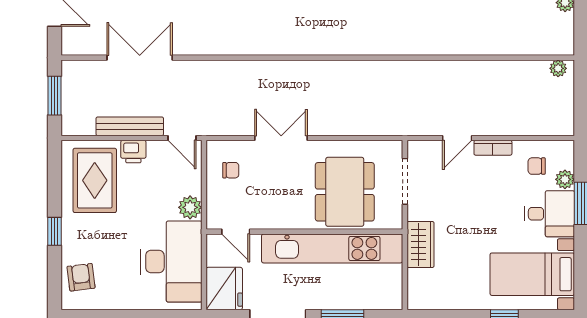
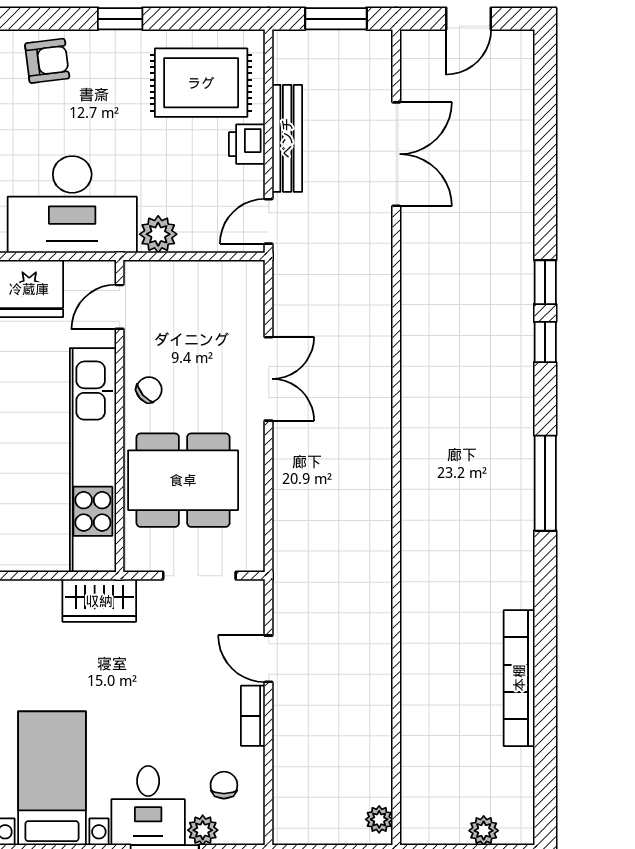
chair: (231, 170) -> (149, 390), moved, turned -131

